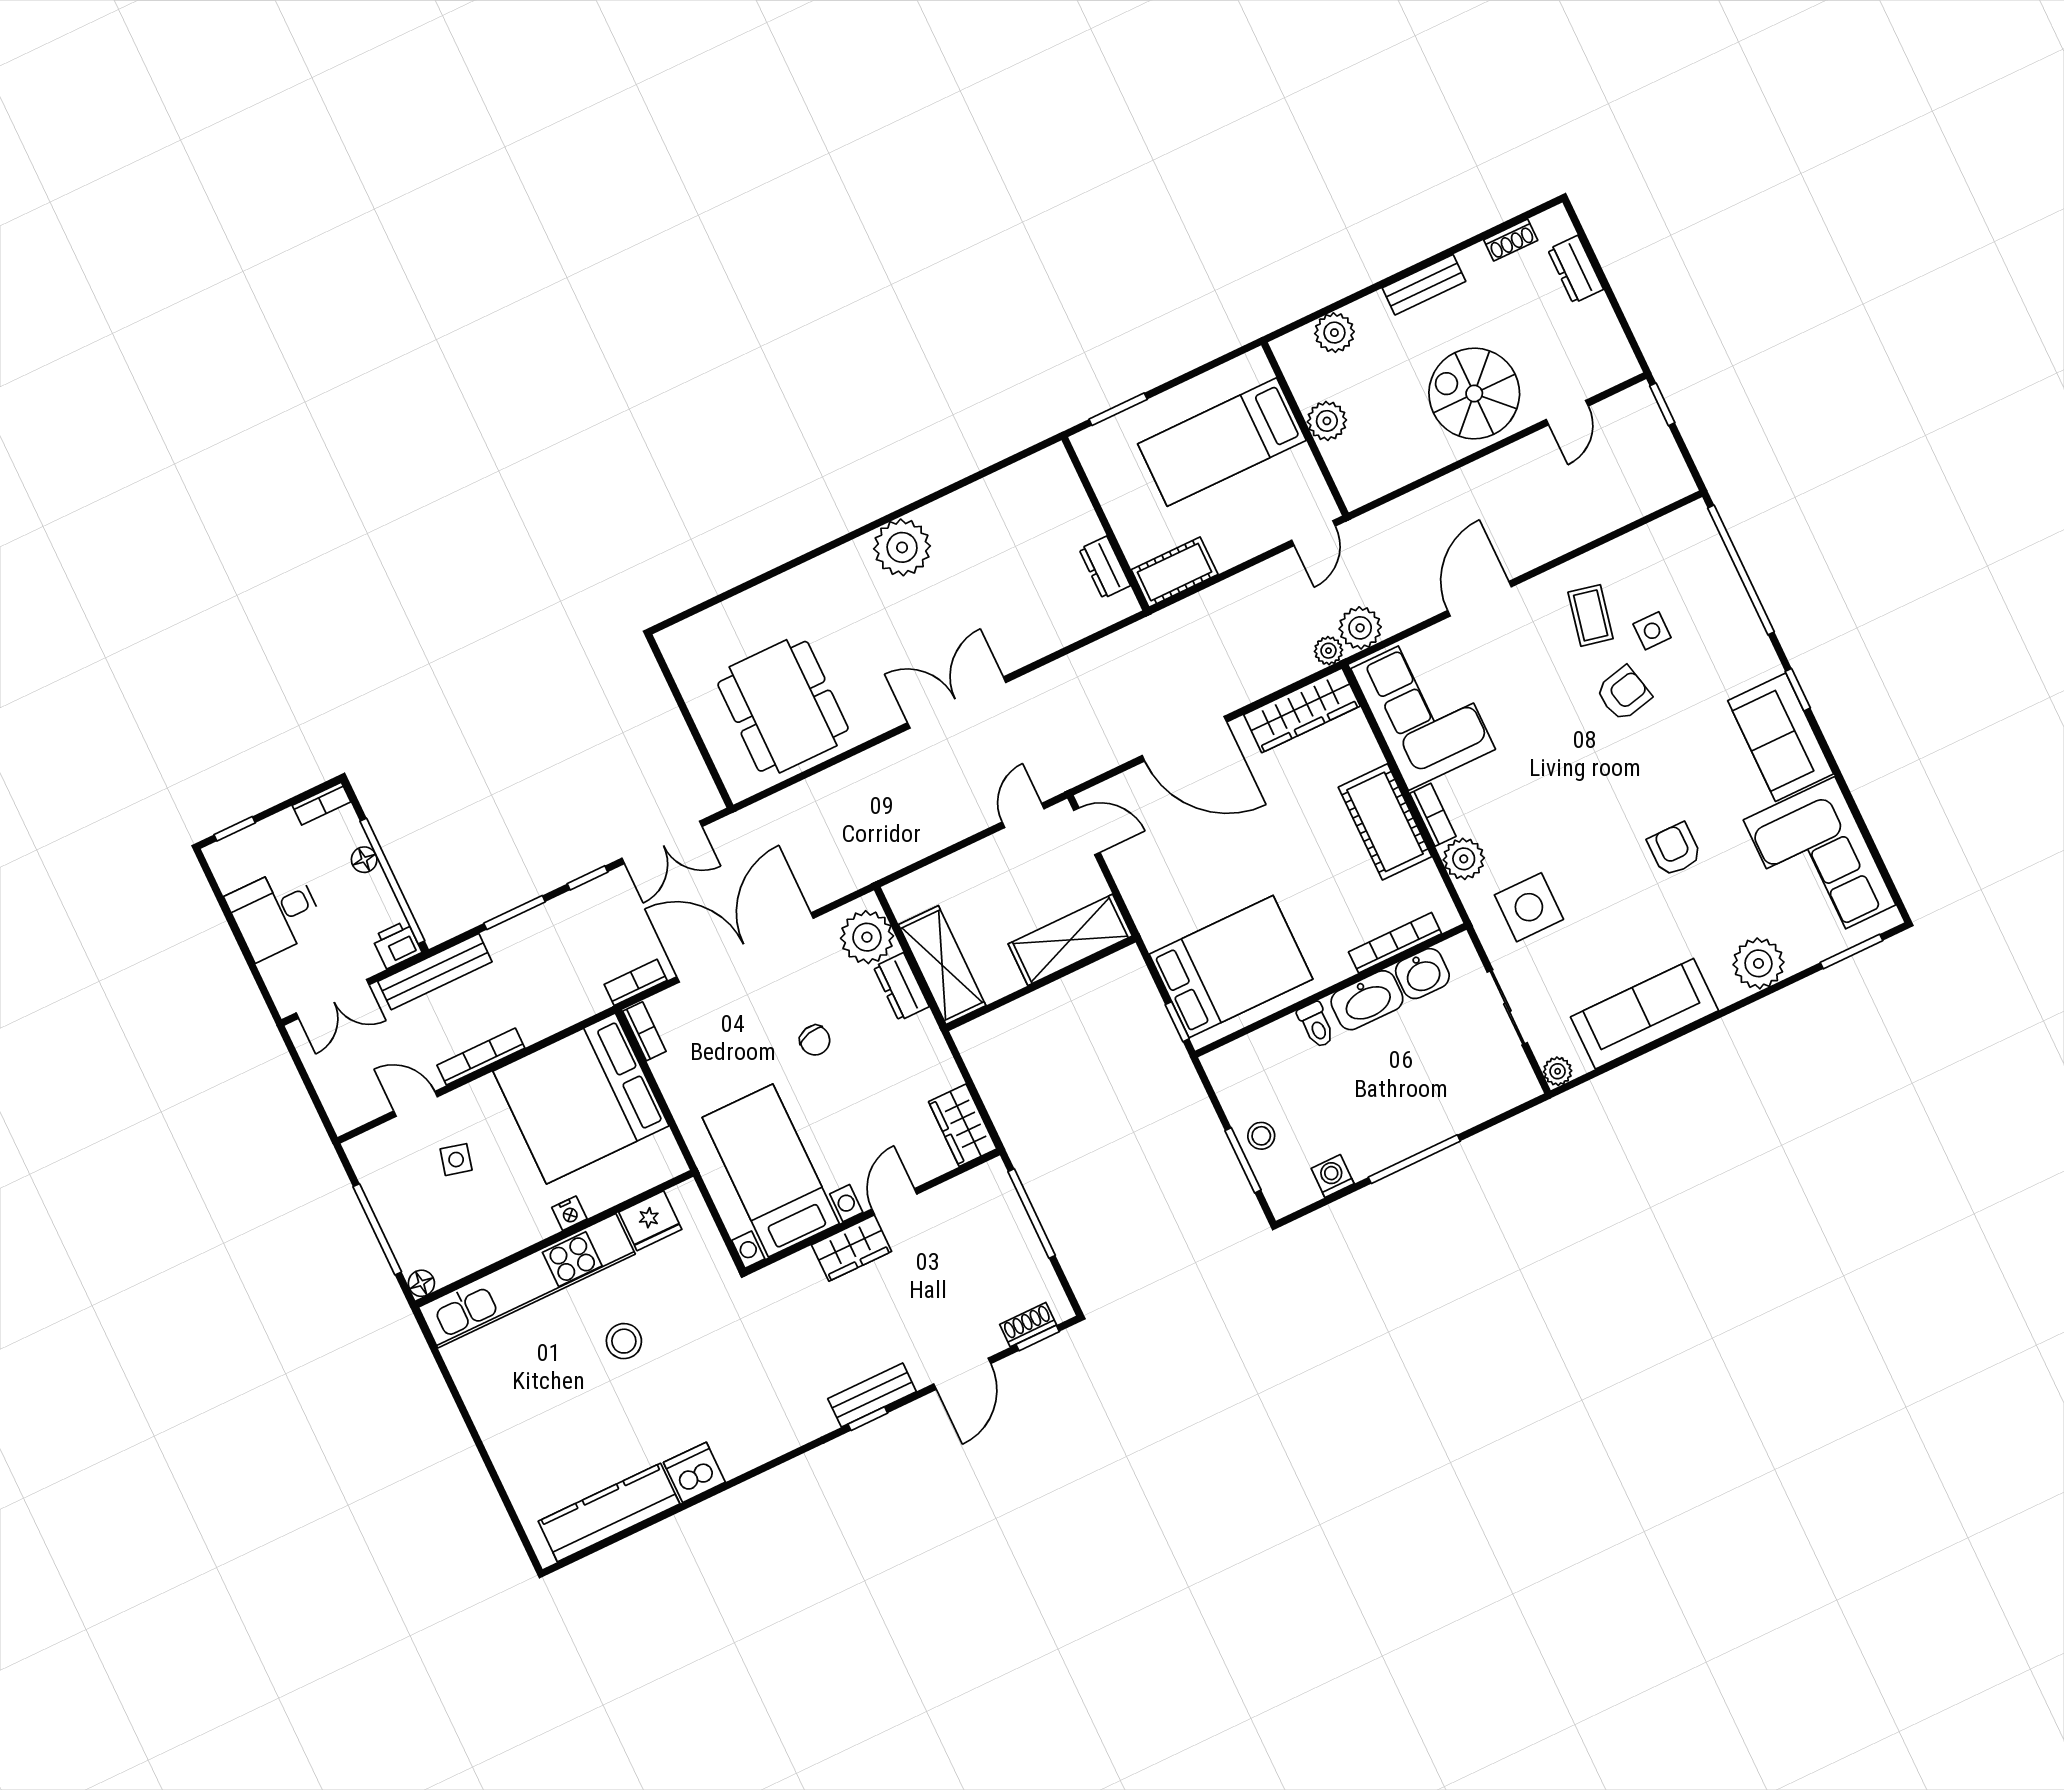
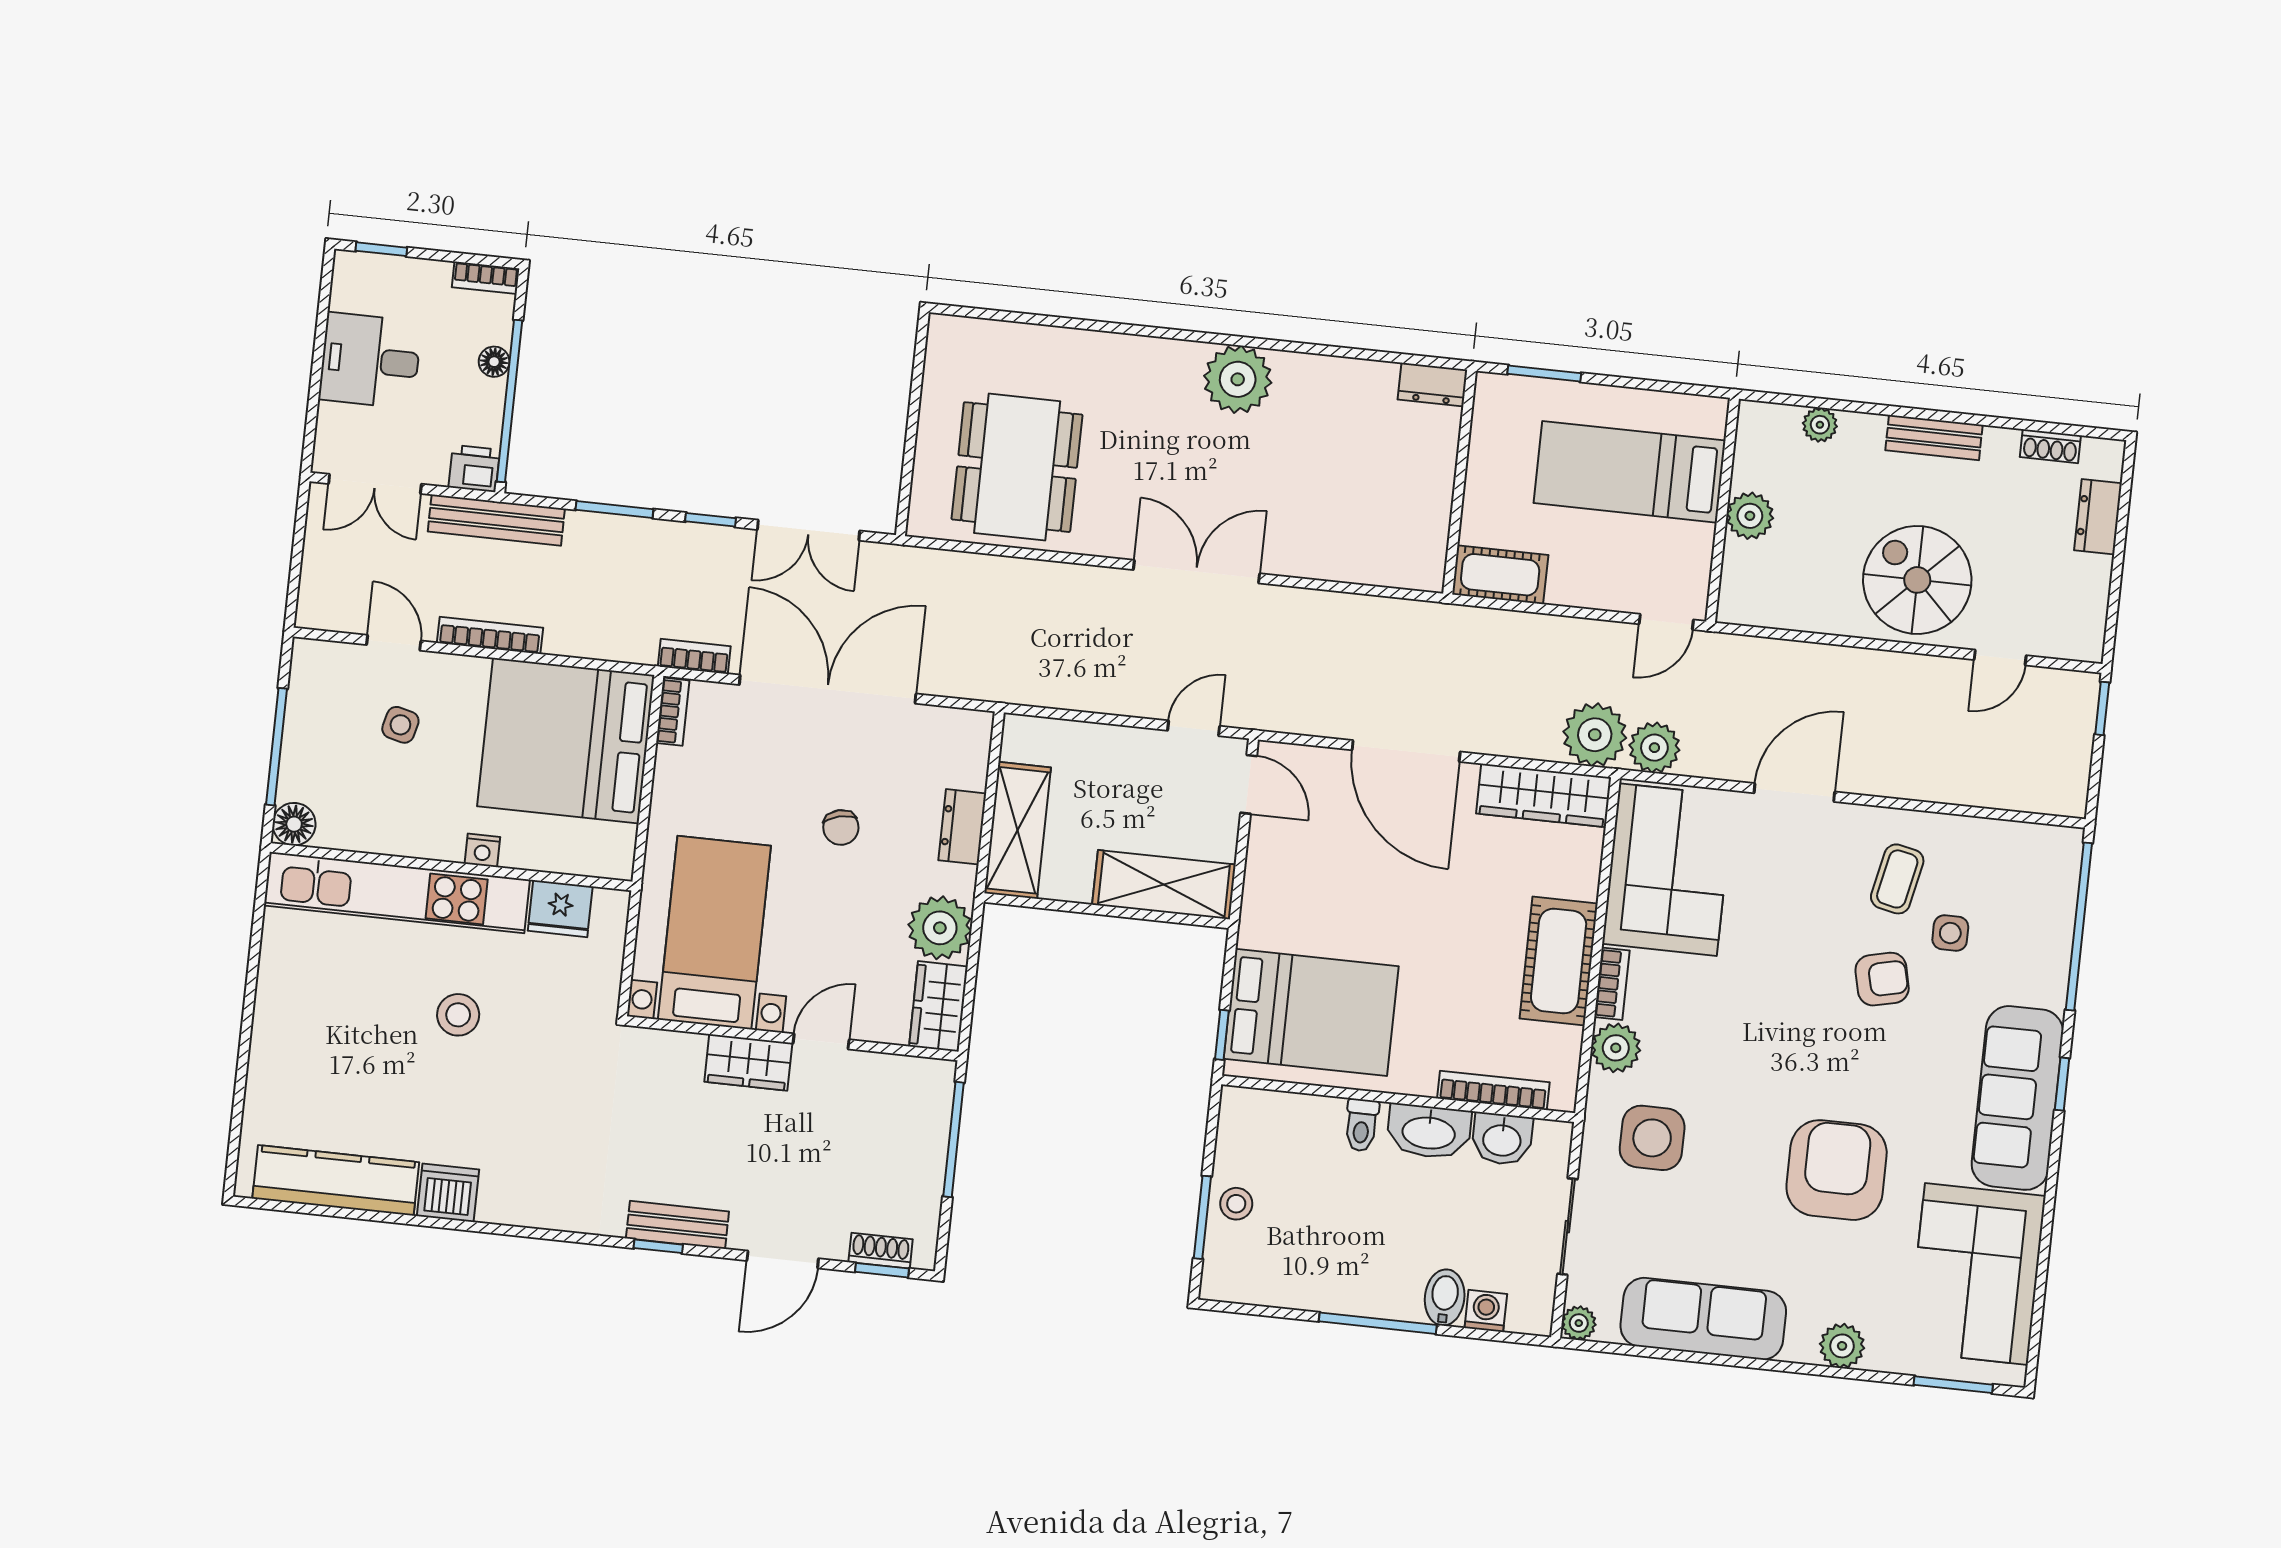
plant: (1334, 333) -> (1820, 425), width x0.73, depth x0.73
dresser: (1105, 567) -> (1432, 385), moved, turned -90
plant: (1328, 651) -> (1595, 735), width x1.88, depth x1.88
sofa: (1781, 737) -> (2017, 1098), width x1.36
armchair: (1675, 849) -> (1837, 1170), width x1.88, depth x1.88
plant: (867, 937) -> (940, 928), moved
plant: (1758, 963) -> (1842, 1346), width x0.73, depth x0.73
bidet: (1451, 1112) -> (1445, 1297), added
washing machine: (1333, 1176) -> (1486, 1311), moved
floor lamp: (421, 1283) -> (294, 824), width x1.37, depth x1.37

